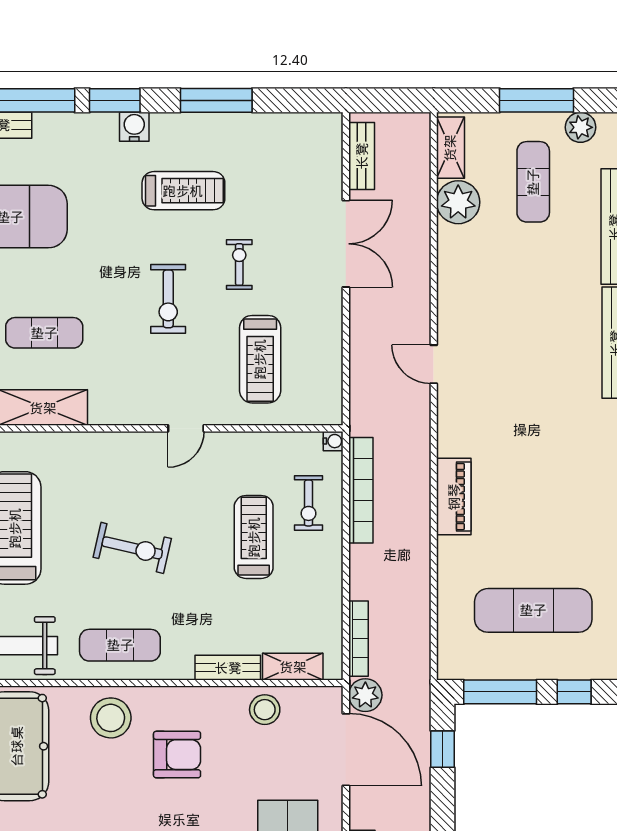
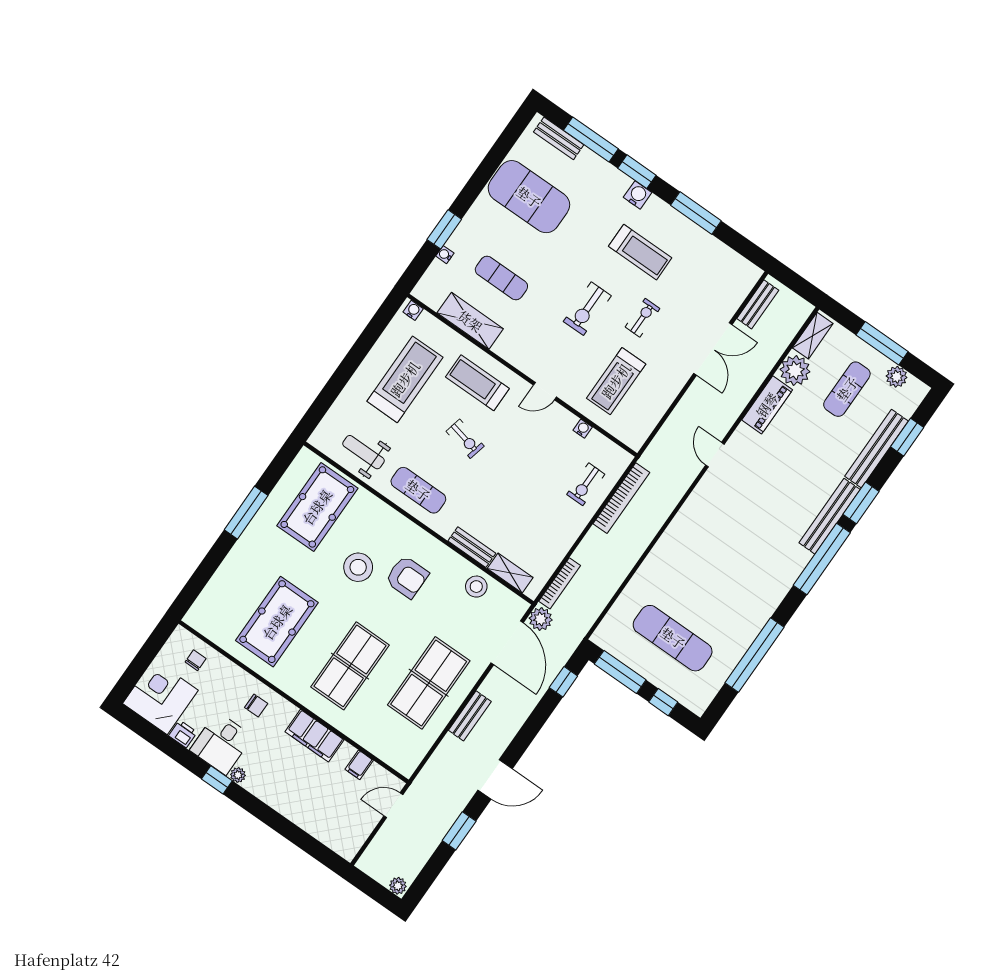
water cooler: (333, 441) -> (583, 429), moved, turned -90
piano: (454, 497) -> (767, 405), moved
treadmill: (254, 537) -> (477, 383), moved, turned -90
exercise bike: (132, 548) -> (465, 439), width x0.73, depth x0.72
stool: (111, 718) -> (358, 567), moved

